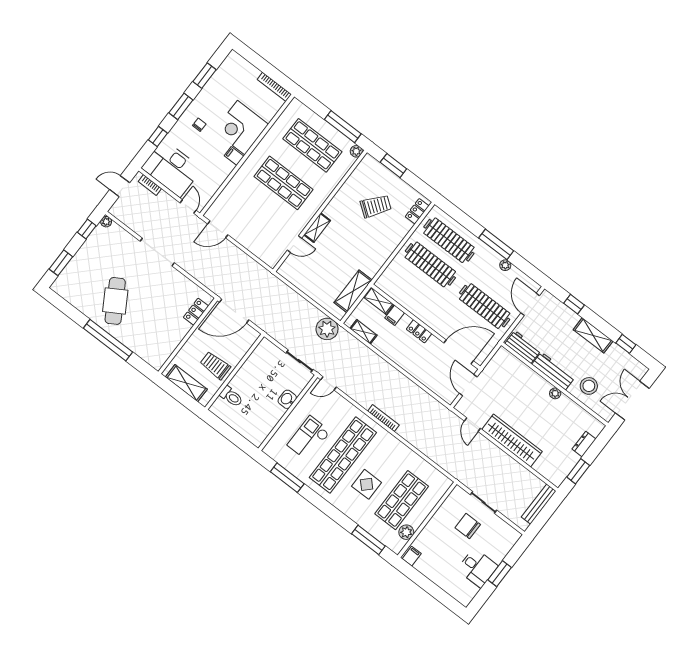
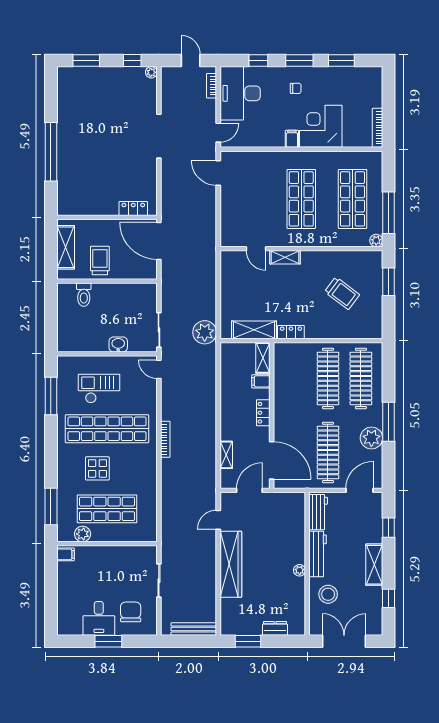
locker: (417, 211) -> (291, 332), moved
plant: (505, 265) -> (371, 438), width x1.88, depth x1.88
cafe table: (115, 301) -> (89, 132), removed
shelving: (364, 332) -> (226, 455), moved
chair: (468, 526) -> (131, 612), moved

